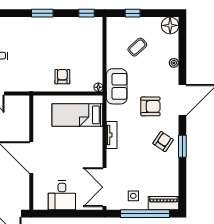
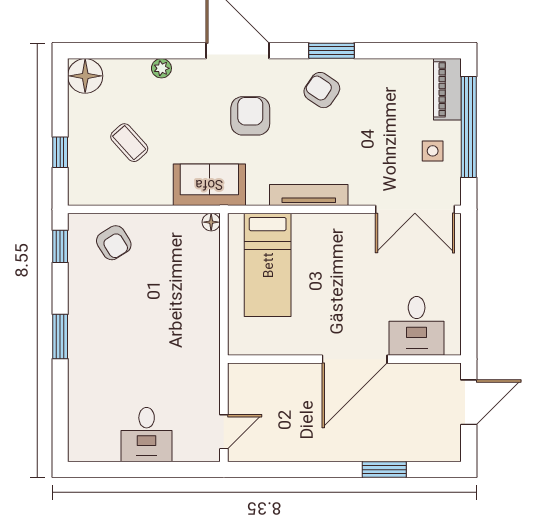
armchair: (62, 77) -> (114, 243), moved, turned -122
tv unit: (112, 135) -> (309, 195), width x1.41
desk: (62, 195) -> (417, 326), moved, turned 90

